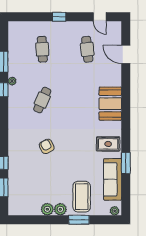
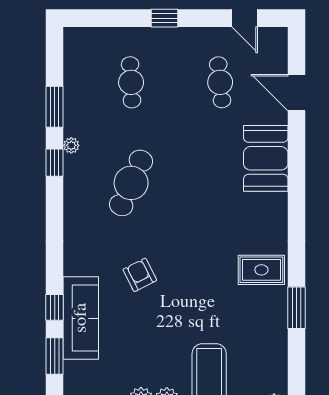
cafe table: (42, 100) -> (131, 183), width x1.37, depth x1.35
booth: (110, 104) -> (266, 158), moved
sofa: (113, 179) -> (81, 318), moved, turned 180

